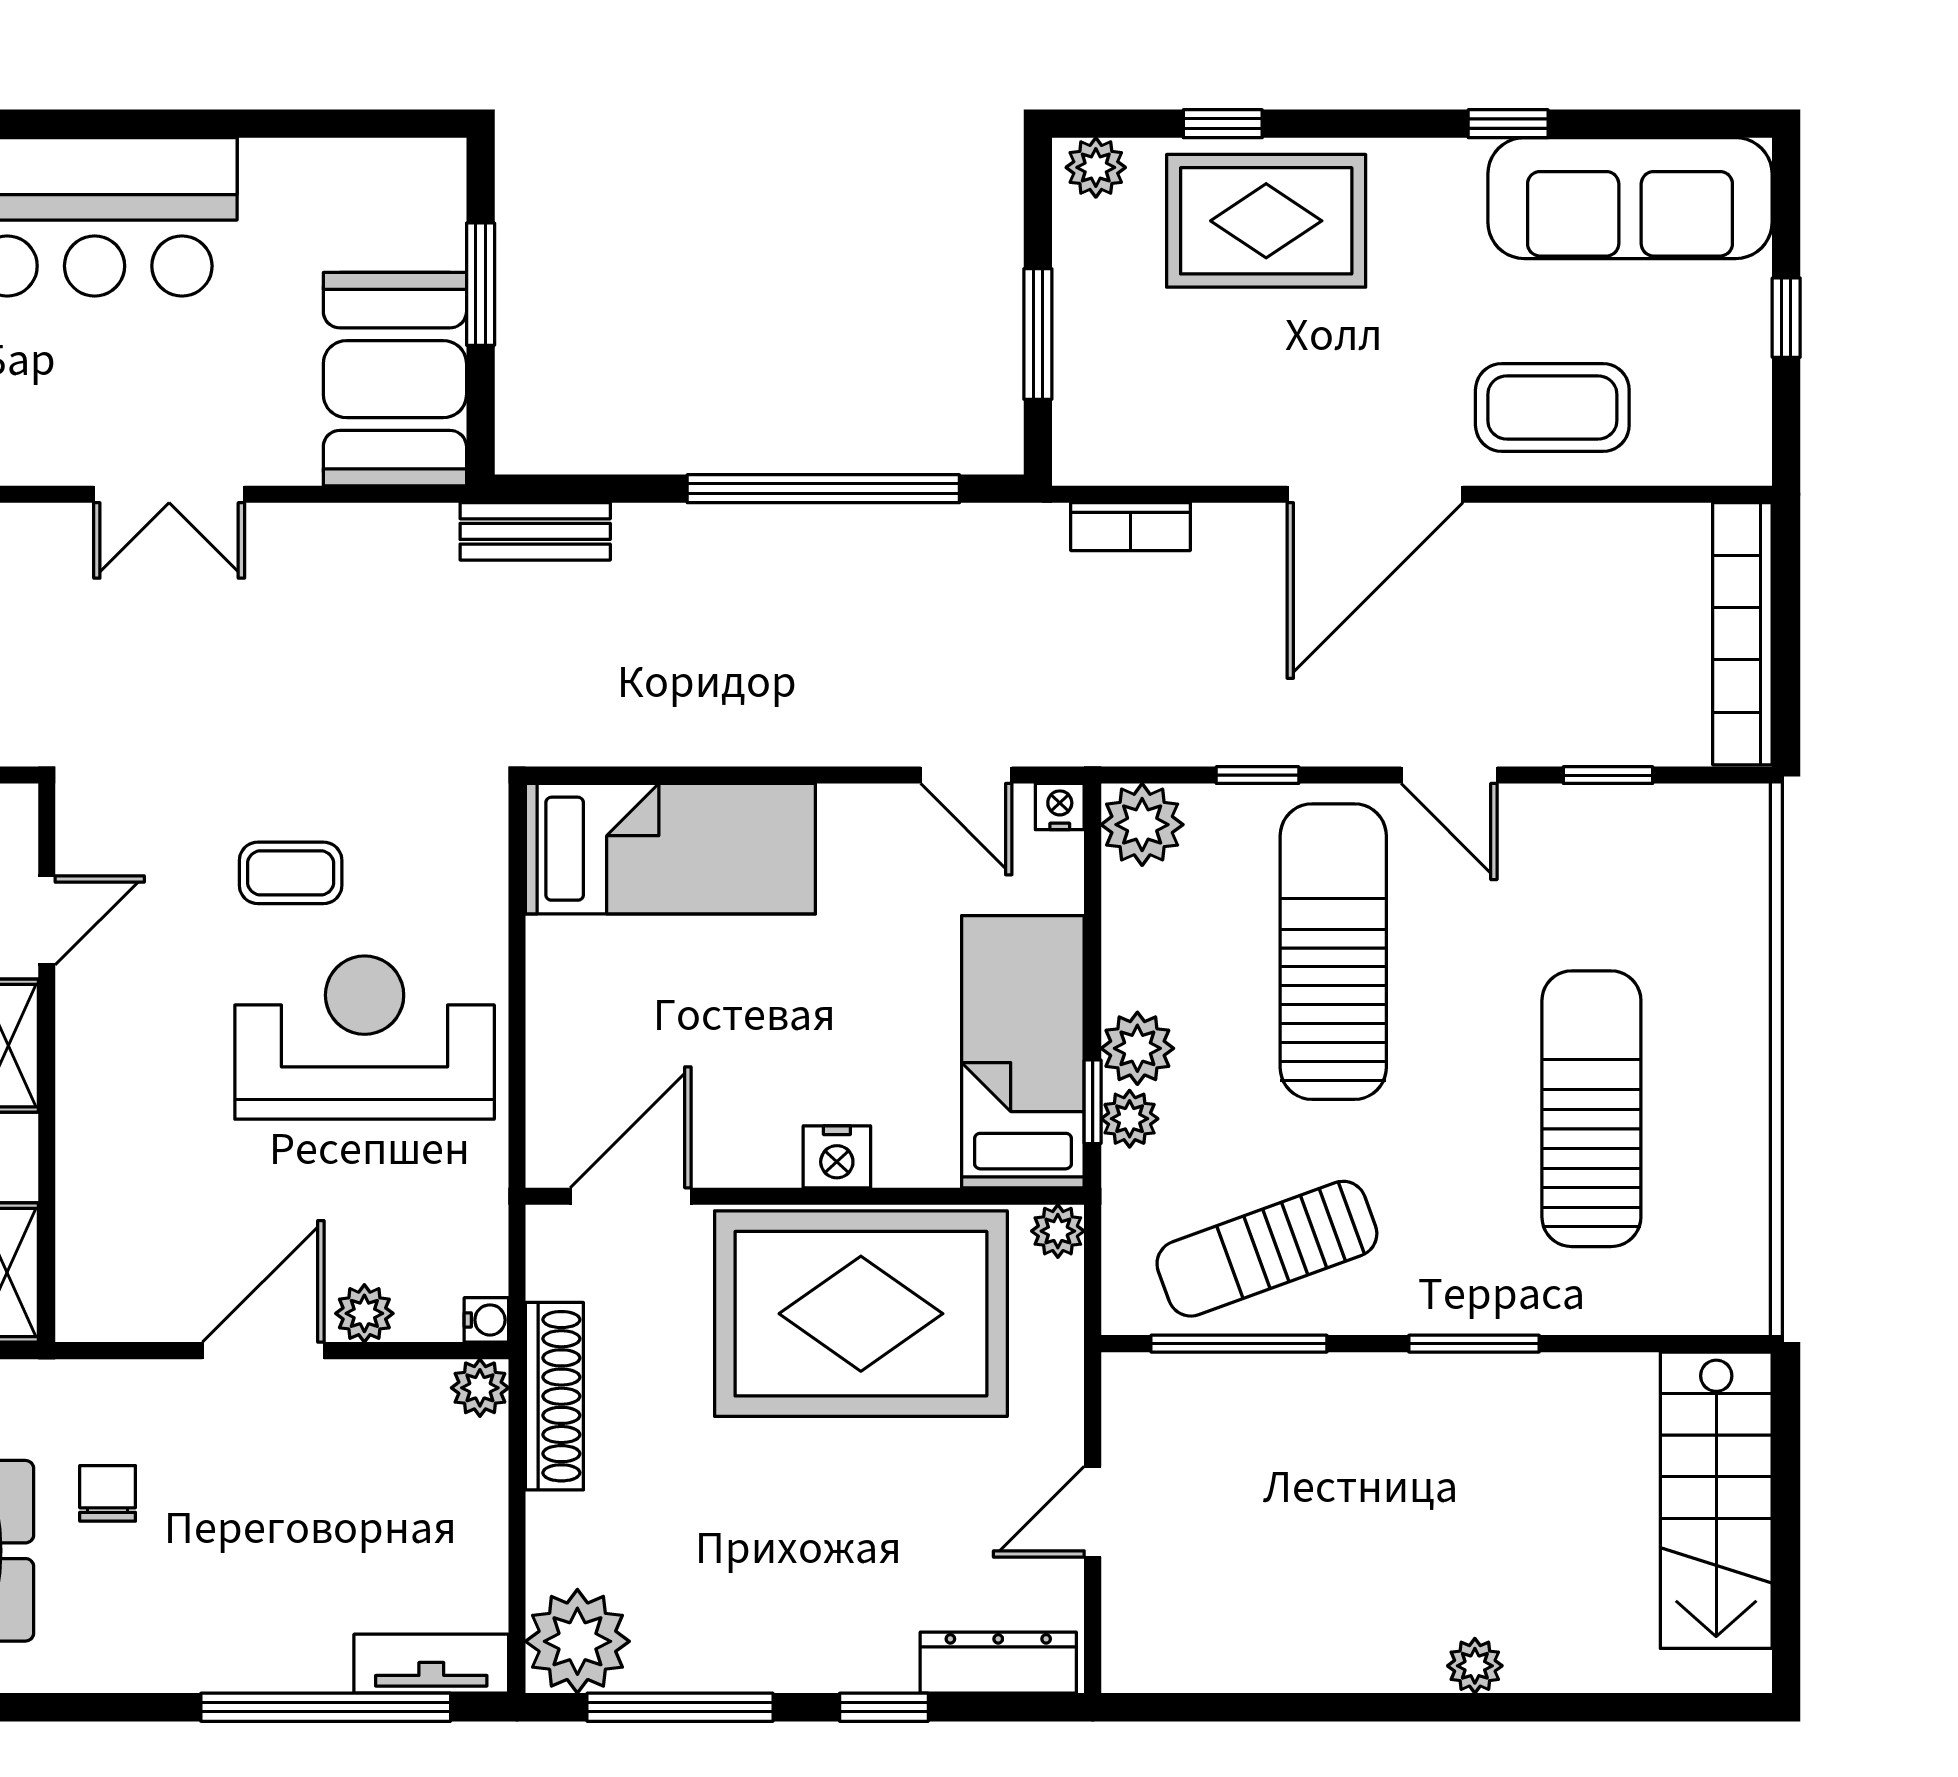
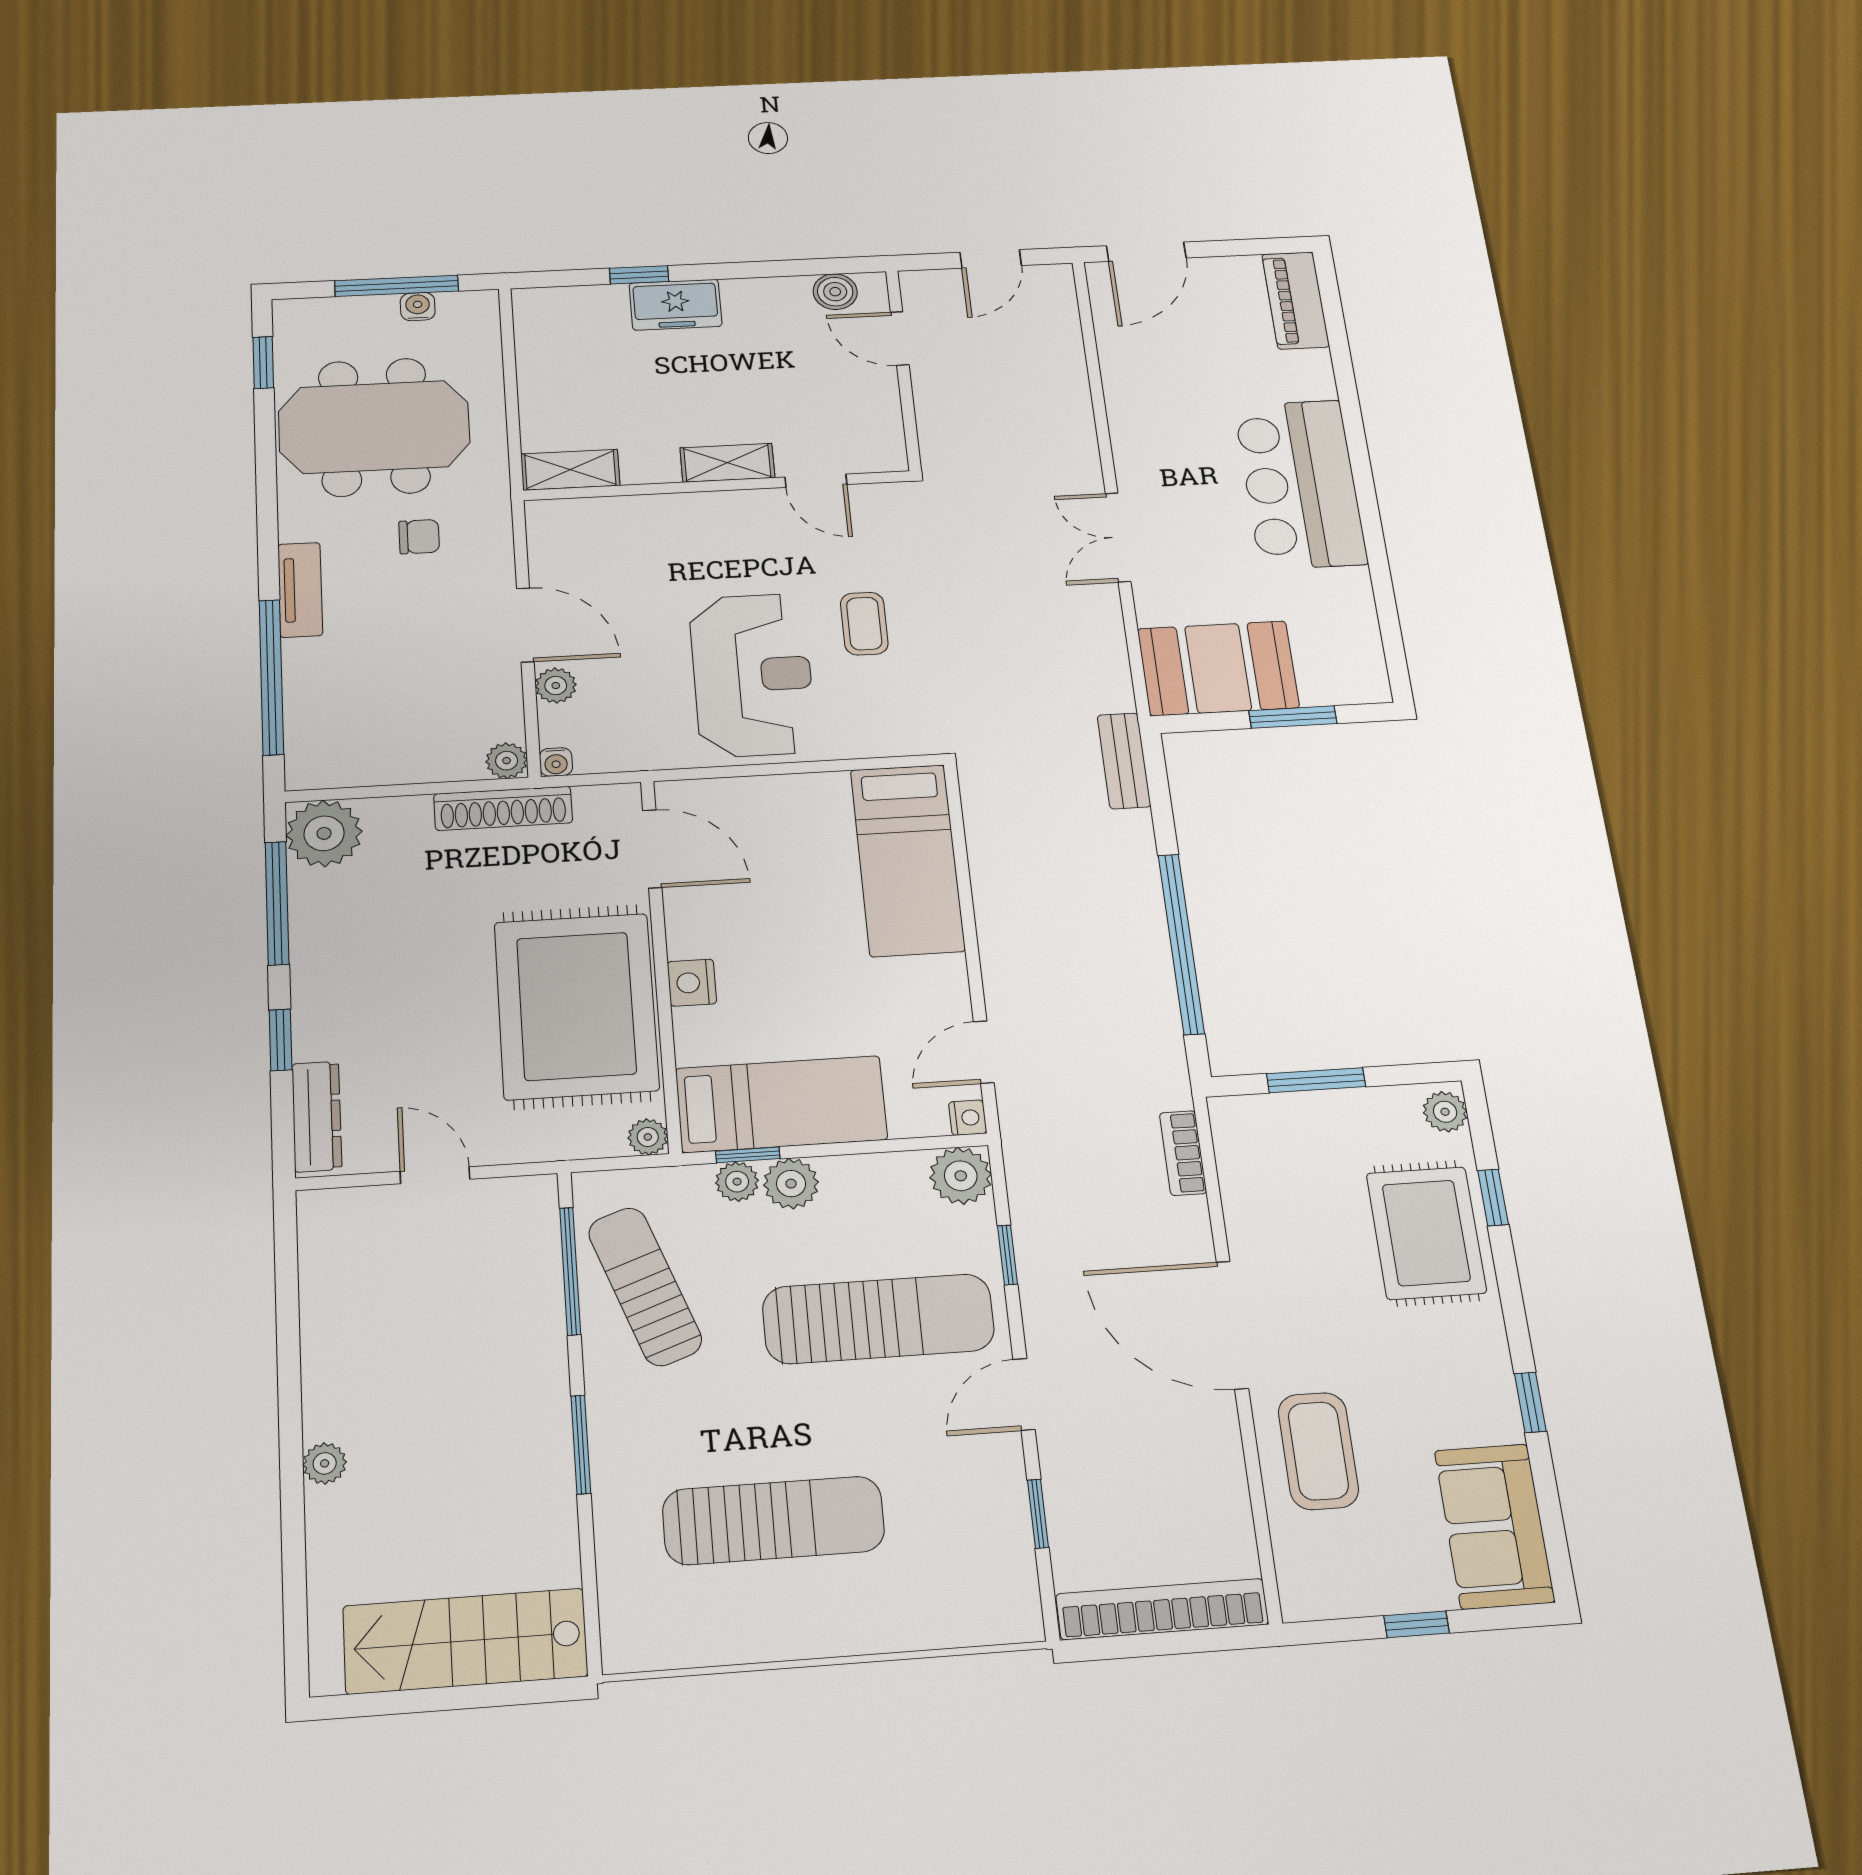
sofa: (1630, 198) -> (1494, 1526), width x0.73
tv unit: (431, 1664) -> (300, 590), moved

